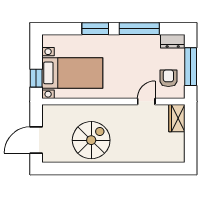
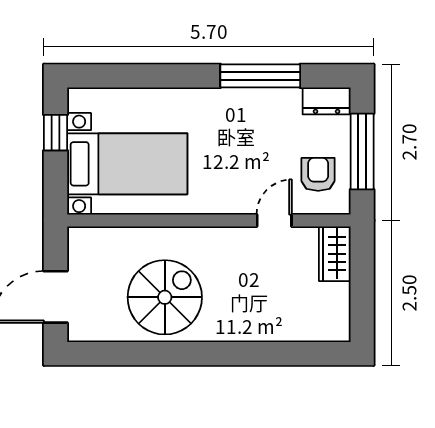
window: (95, 29) -> (173, 76), removed
window: (36, 78) -> (55, 133), moved

